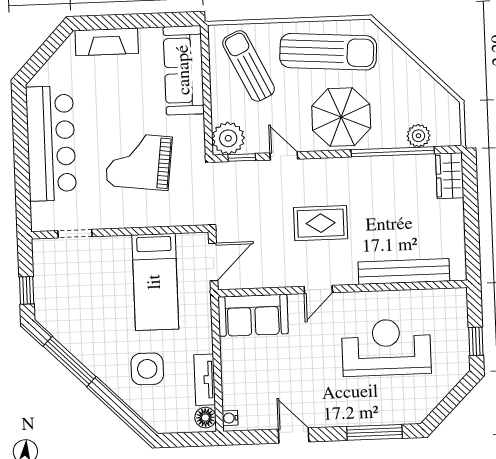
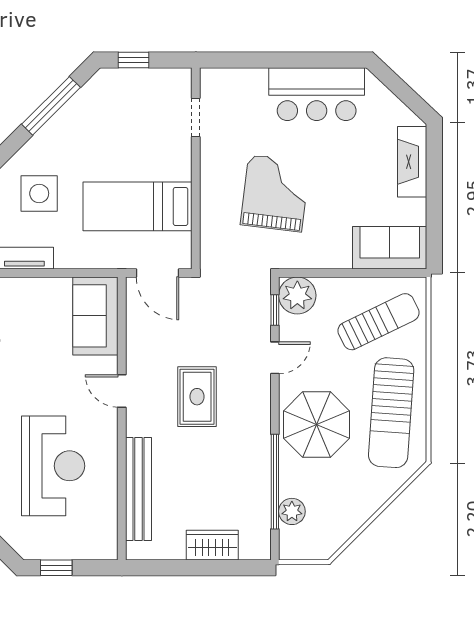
sofa: (184, 70) -> (390, 248), width x0.73
bar counter: (51, 143) -> (317, 94), width x0.73
wardrobe: (450, 176) -> (212, 545), moved

